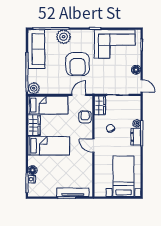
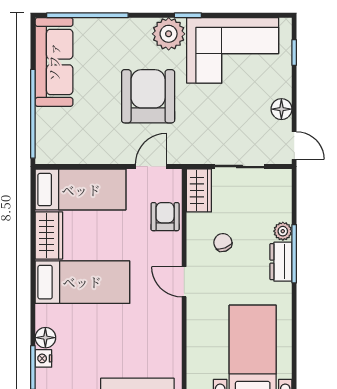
plant: (64, 37) -> (169, 34), moved
armchair: (78, 64) -> (148, 96), turned 180
plant: (34, 88) -> (48, 151), removed

